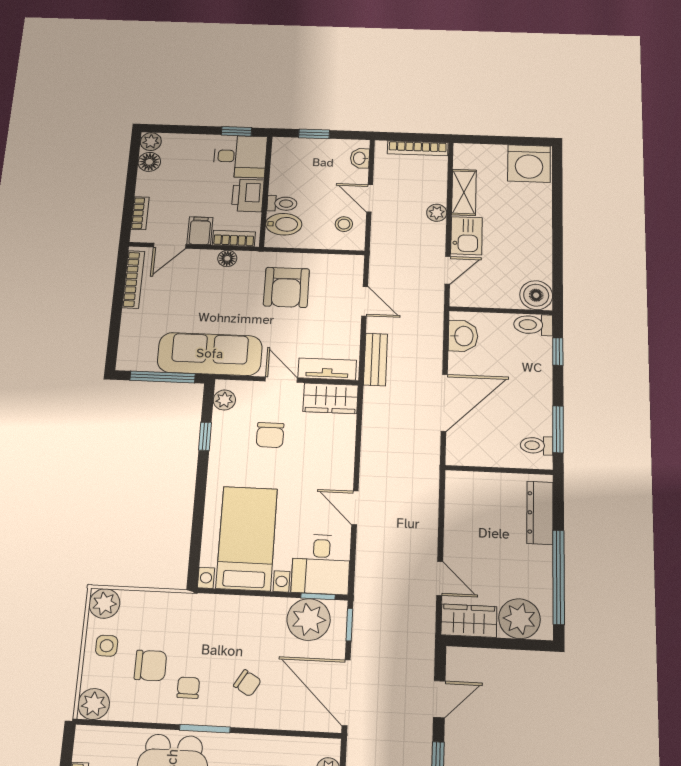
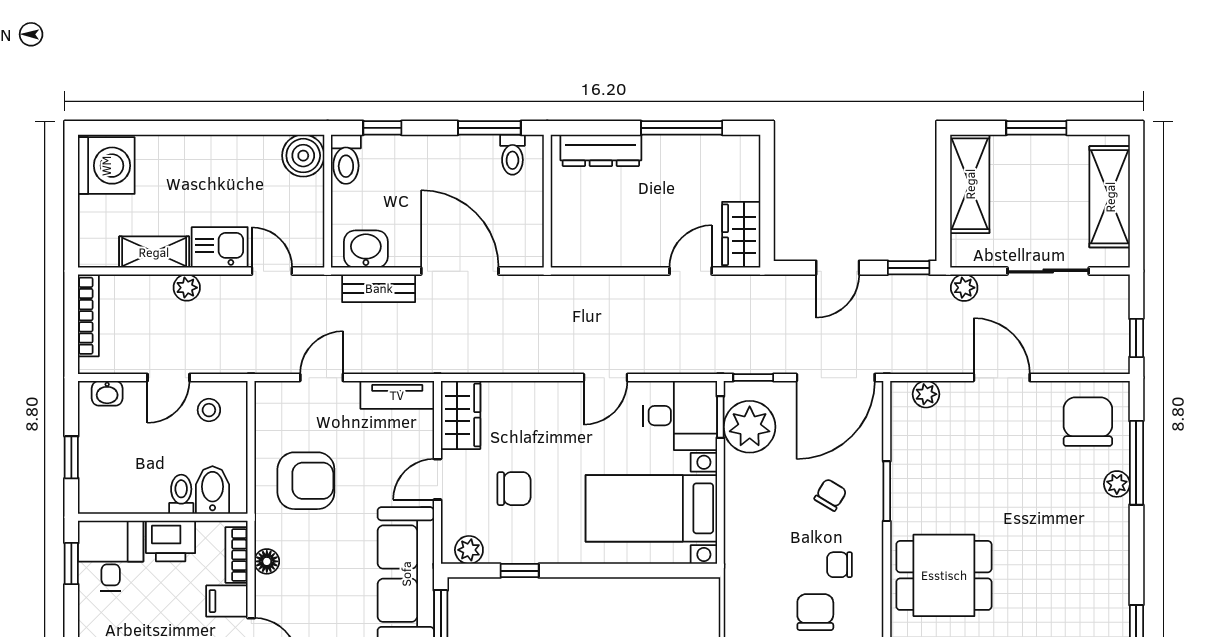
bench: (375, 359) -> (379, 288), moved
tv unit: (327, 369) -> (397, 395), moved, turned -90
window: (559, 577) -> (682, 128), width x0.68
plant: (519, 619) -> (736, 174), removed
door: (439, 699) -> (838, 268), swing flipped
window: (205, 729) -> (887, 491), moved

